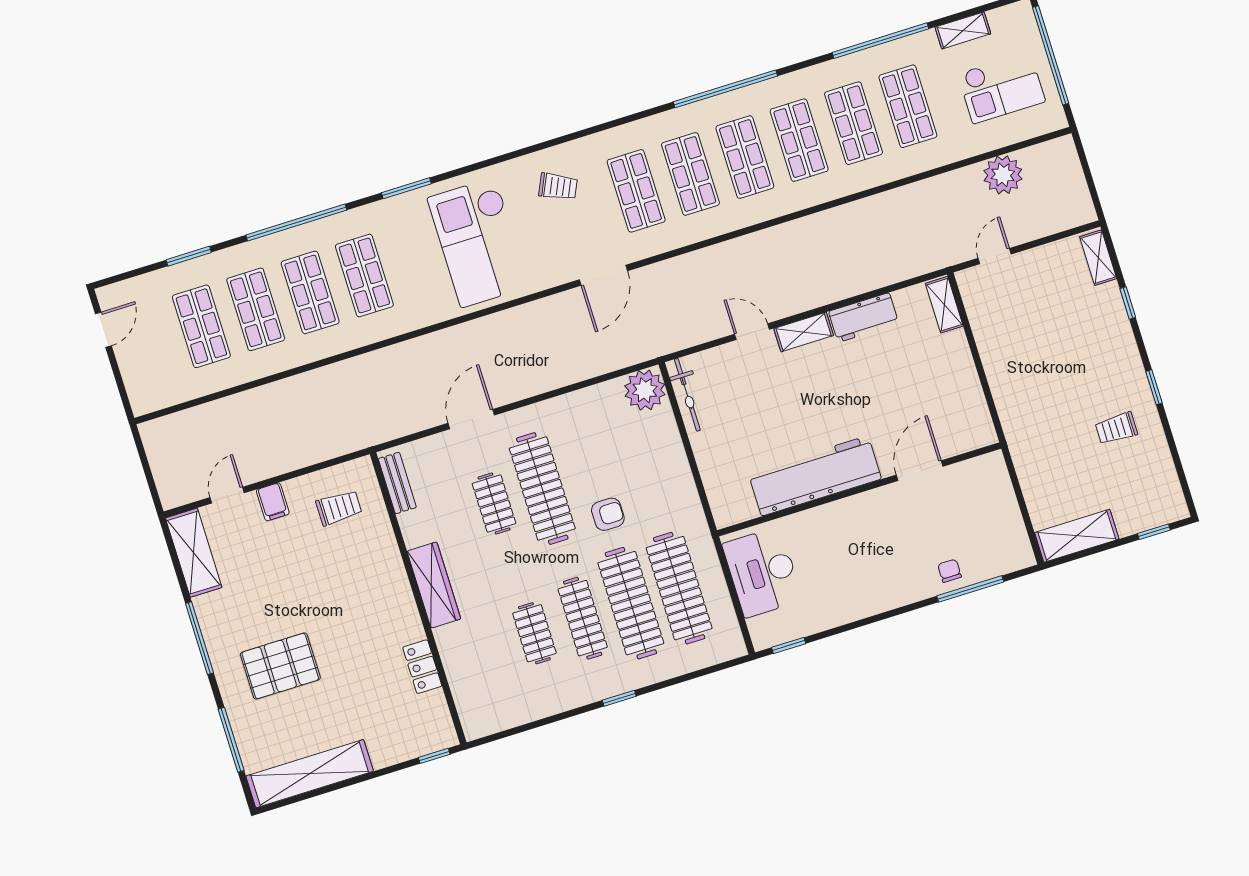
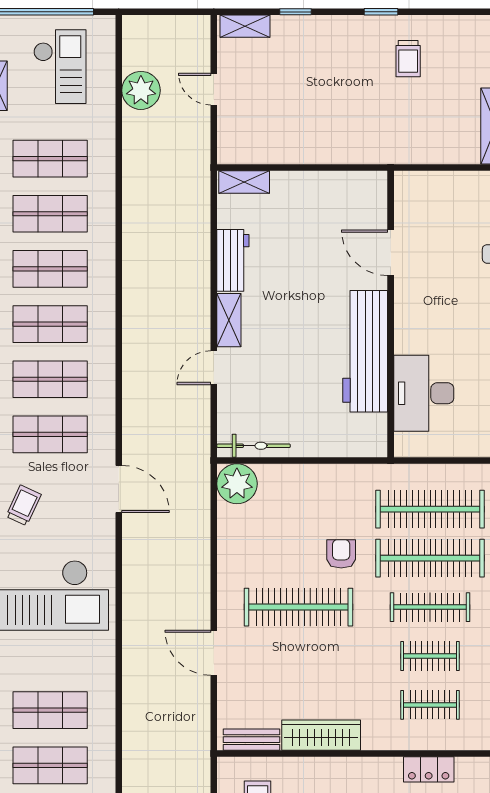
door: (995, 256) -> (214, 89), moved
clothes rail: (494, 504) -> (430, 705), moved
desk: (762, 572) -> (424, 393), moved, turned 90
wardrobe: (434, 585) -> (321, 735), moved

